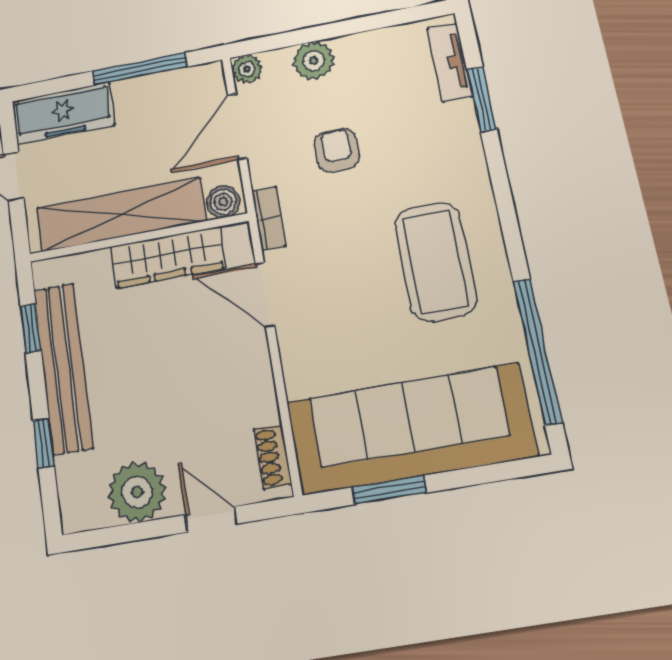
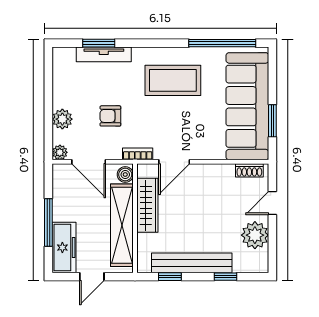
tv unit: (450, 62) -> (104, 54), moved, width x1.41
window: (140, 69) -> (48, 223), moved

